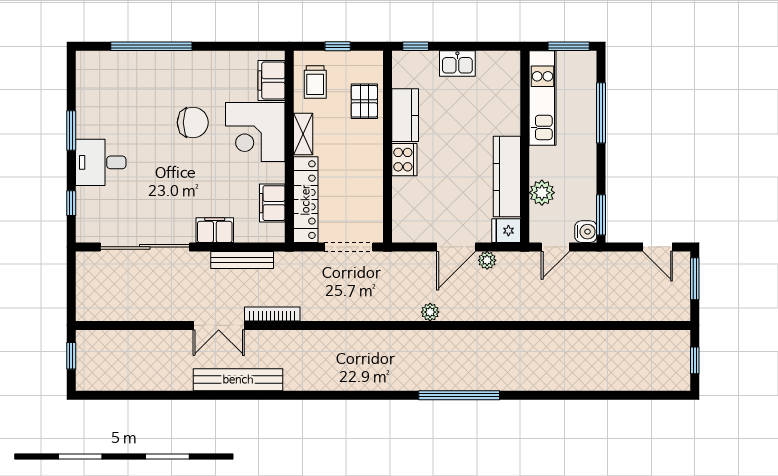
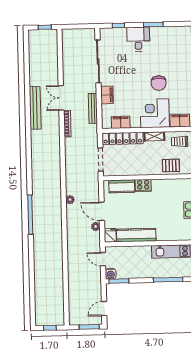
kitchen counter: (405, 115) -> (122, 186), moved
plant: (542, 193) -> (129, 252), removed

